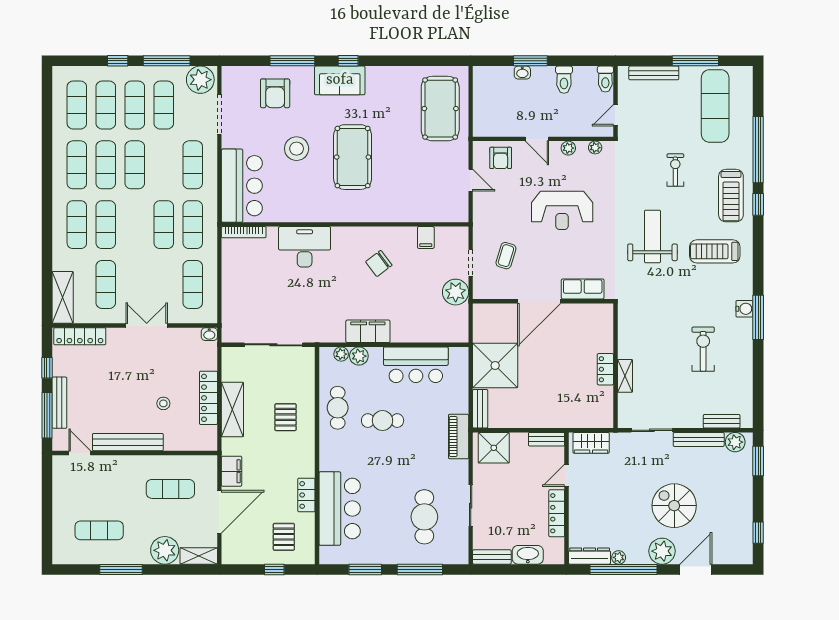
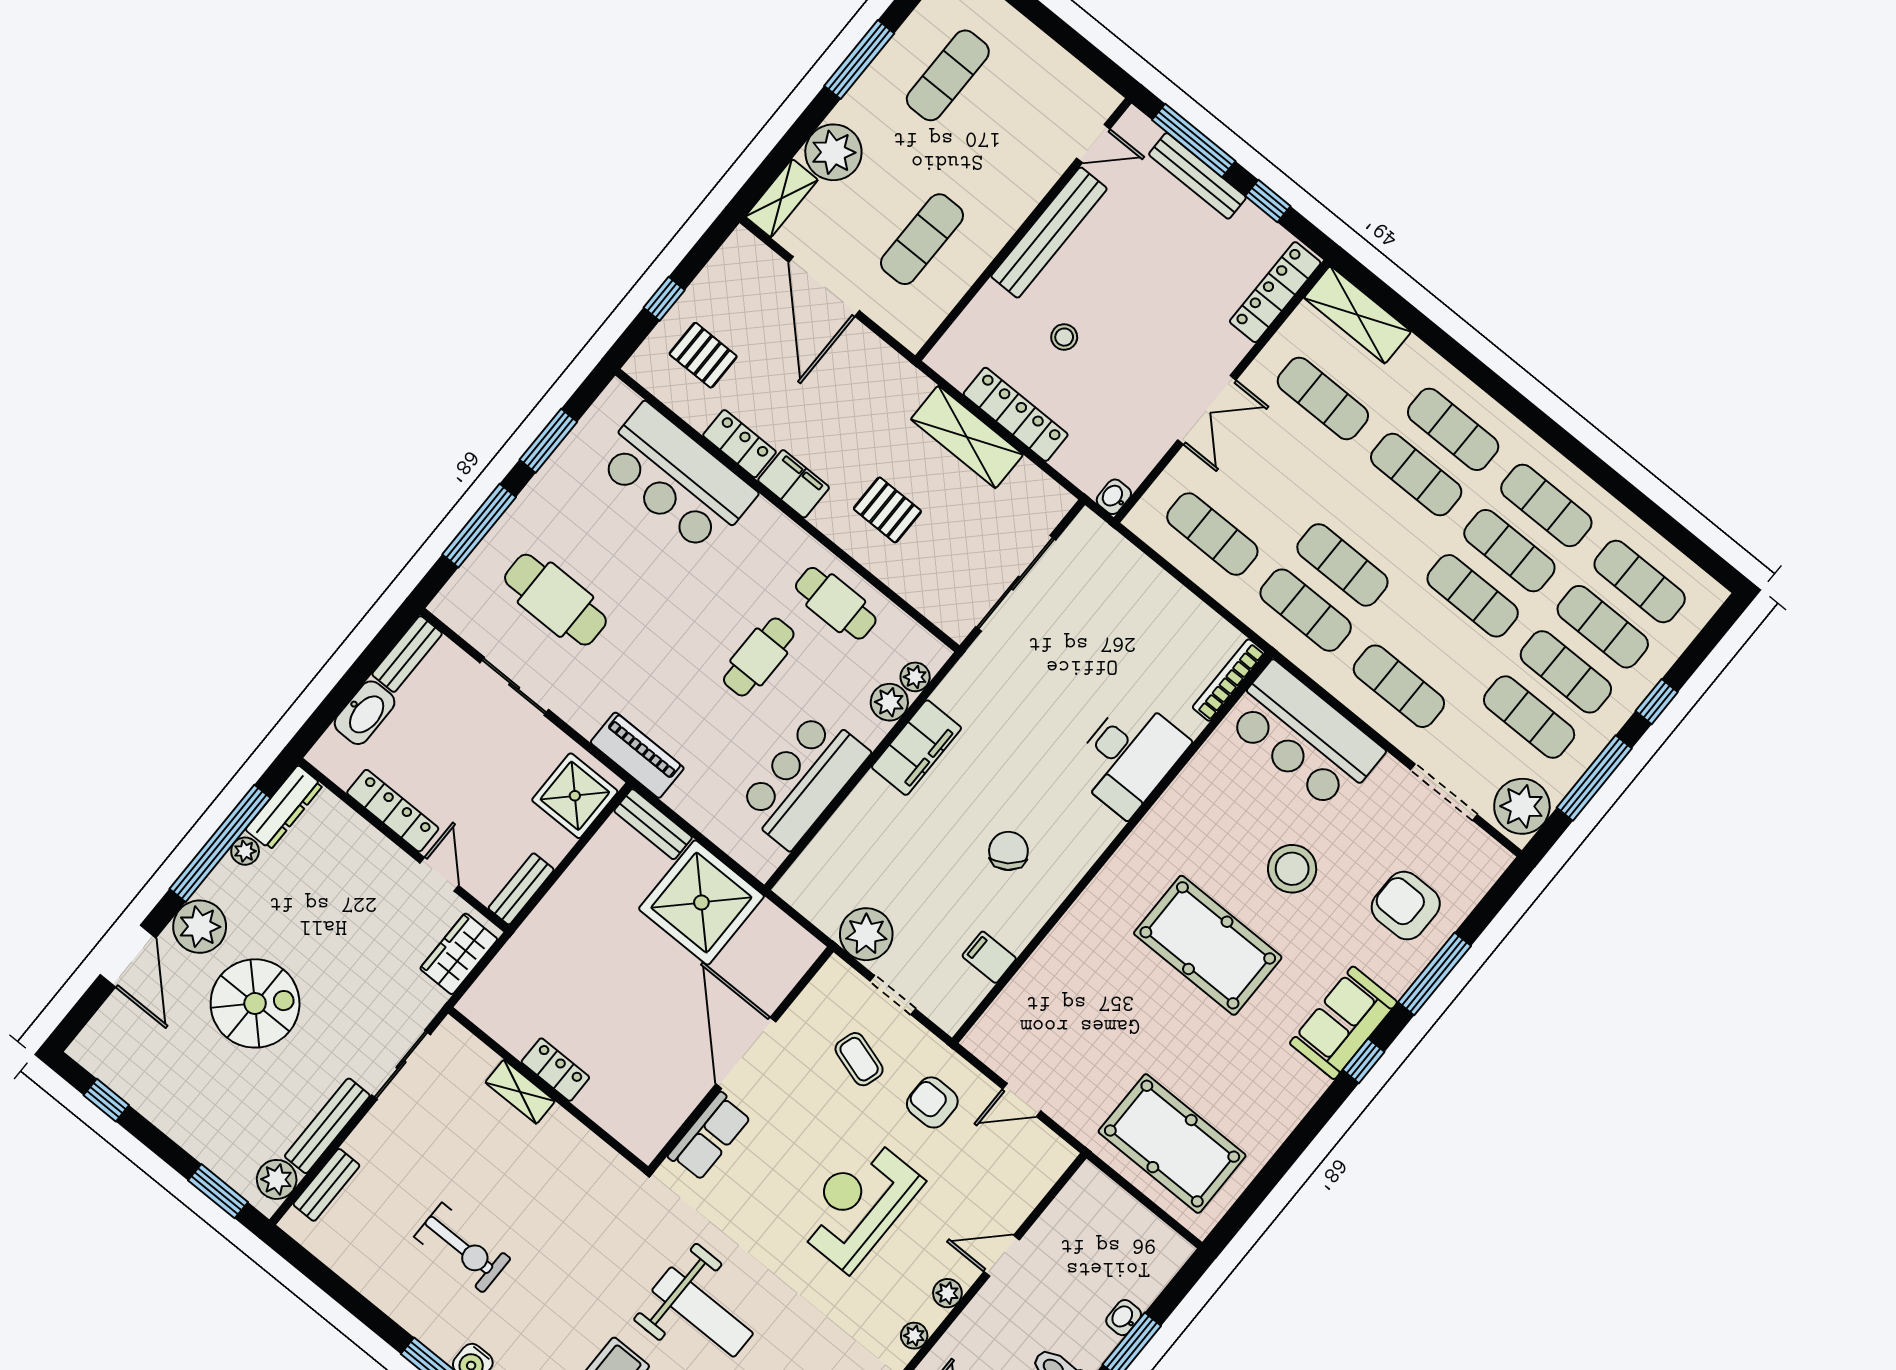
armchair: (501, 158) -> (932, 1102), moved
filing cabinet: (232, 471) -> (794, 484), moved, turned 180

